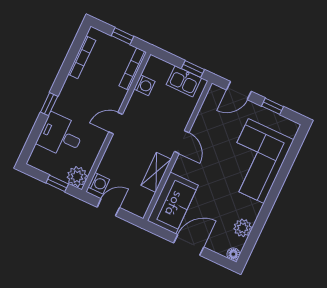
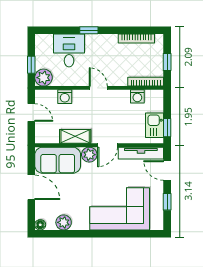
tv unit: (207, 110) -> (141, 153), added
plant: (183, 166) -> (89, 155), added
washing machine: (99, 183) -> (65, 97), moved

